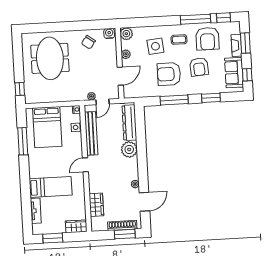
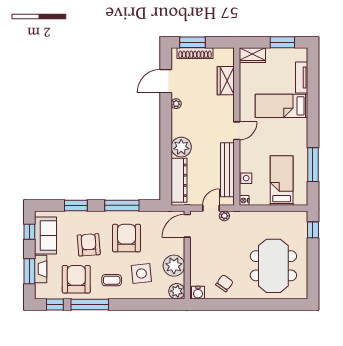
plant: (126, 54) -> (174, 266), width x1.88, depth x1.88
armchair: (169, 74) -> (127, 238), turned -90
door: (120, 76) -> (187, 226), moved
bed: (47, 127) -> (282, 181), width x0.67

